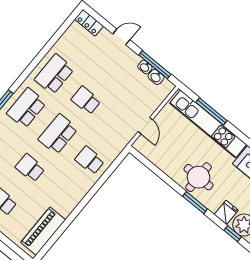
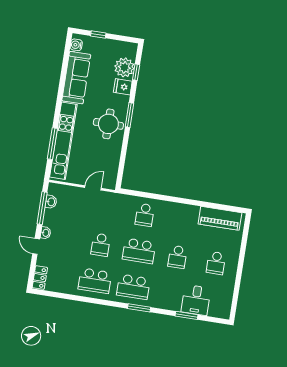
washbasin: (145, 67) -> (46, 233), moved

